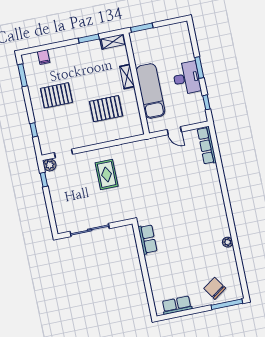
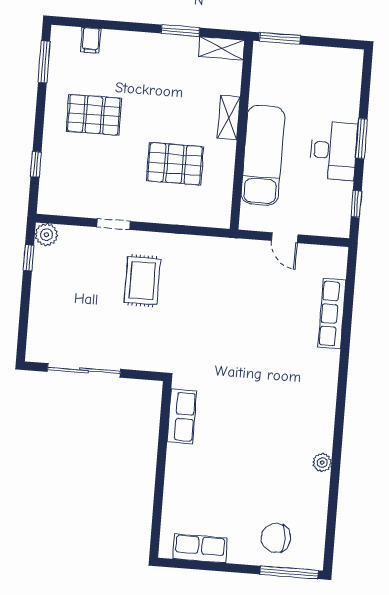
row of seats: (207, 145) -> (332, 314), moved
doorway: (63, 153) -> (114, 224), moved
chair: (215, 288) -> (276, 538), turned -56

